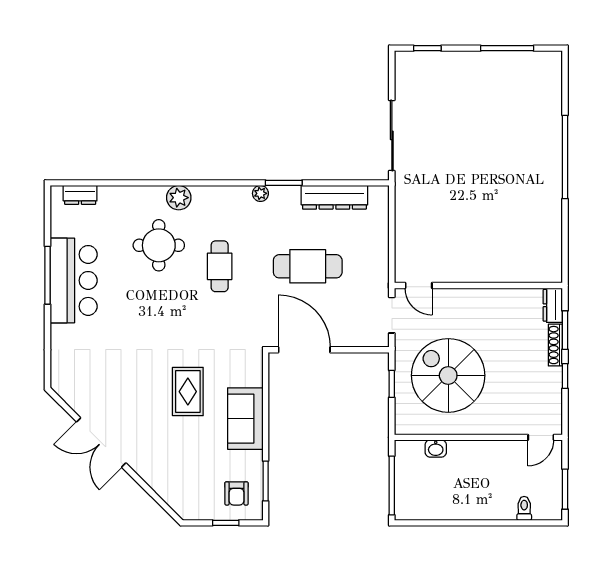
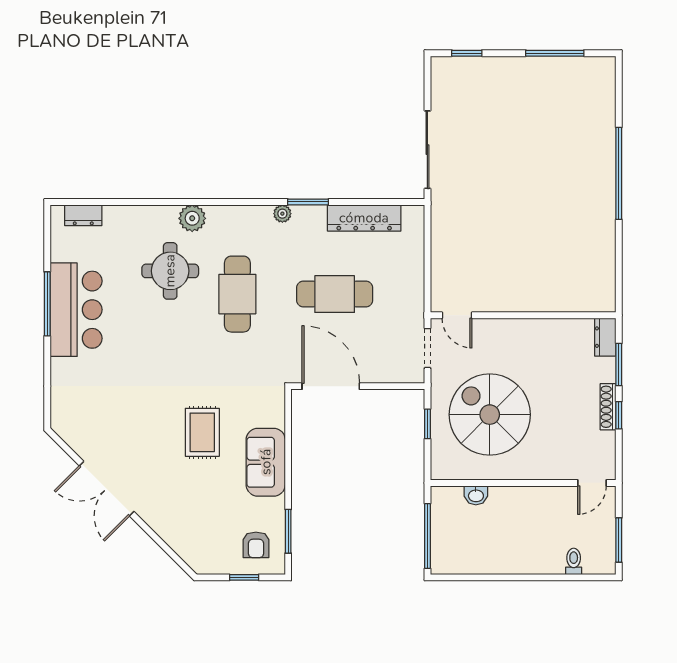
cafe table: (220, 266) -> (237, 294), width x1.37, depth x1.35
shoe rack: (555, 345) -> (608, 407), moved

